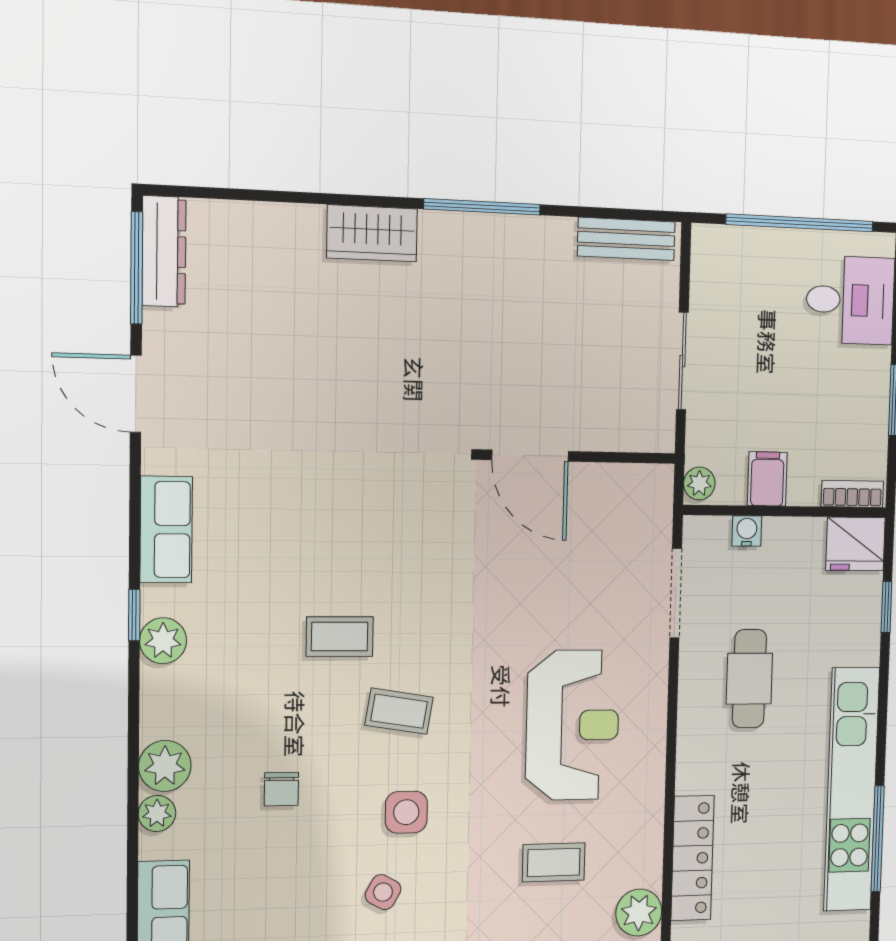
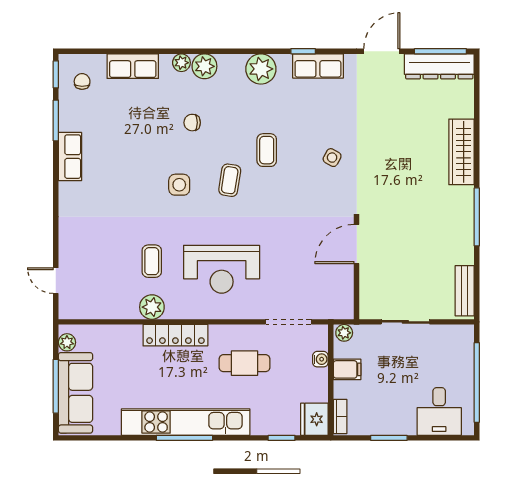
wardrobe: (372, 233) -> (462, 152), width x1.50
dresser: (164, 251) -> (439, 66), width x1.37, depth x1.24
window: (134, 615) -> (303, 51), moved
plant: (163, 641) -> (261, 69), width x1.36, depth x1.36
window: (878, 839) -> (184, 438), moved
locker: (692, 858) -> (175, 335), moved
side table: (383, 892) -> (332, 158), moved
plant: (639, 912) -> (152, 307), moved

